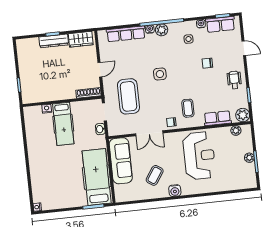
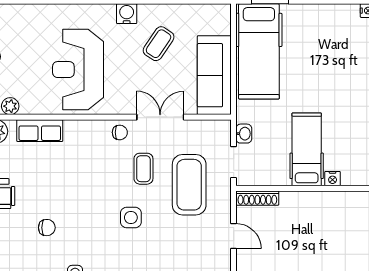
door: (100, 70) -> (234, 236), swing flipped
coffee table: (188, 108) -> (143, 169), moved

